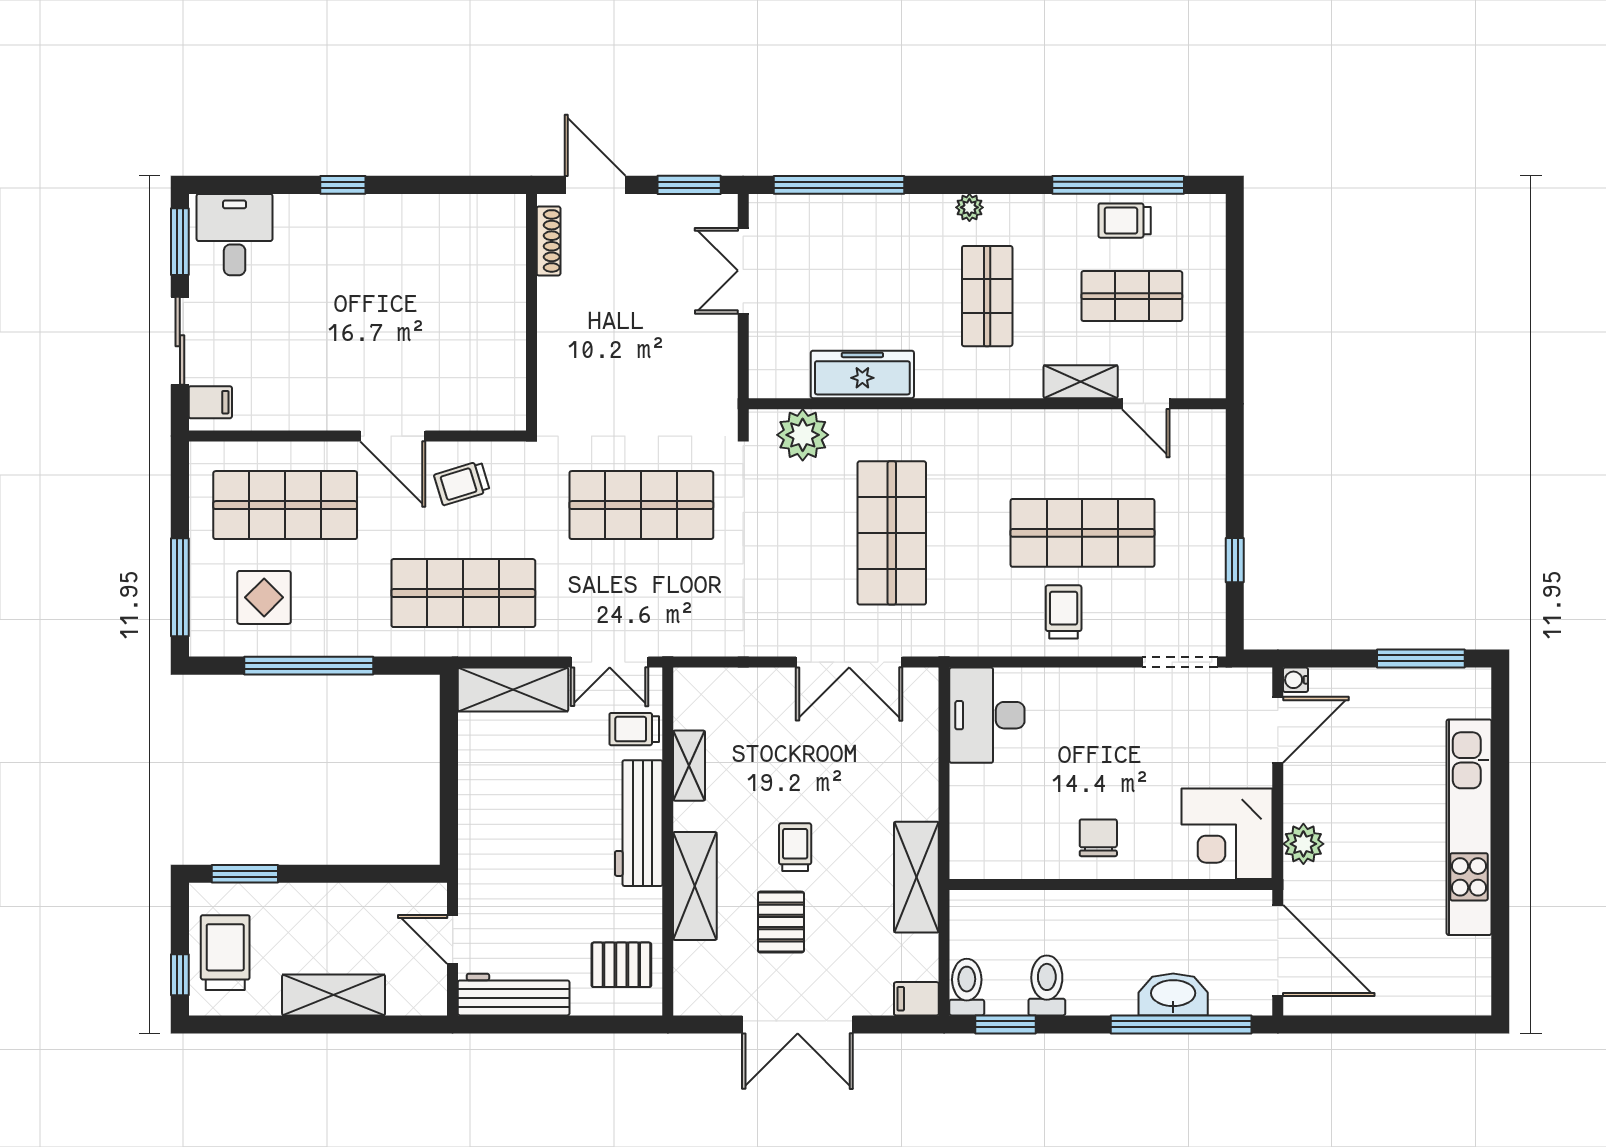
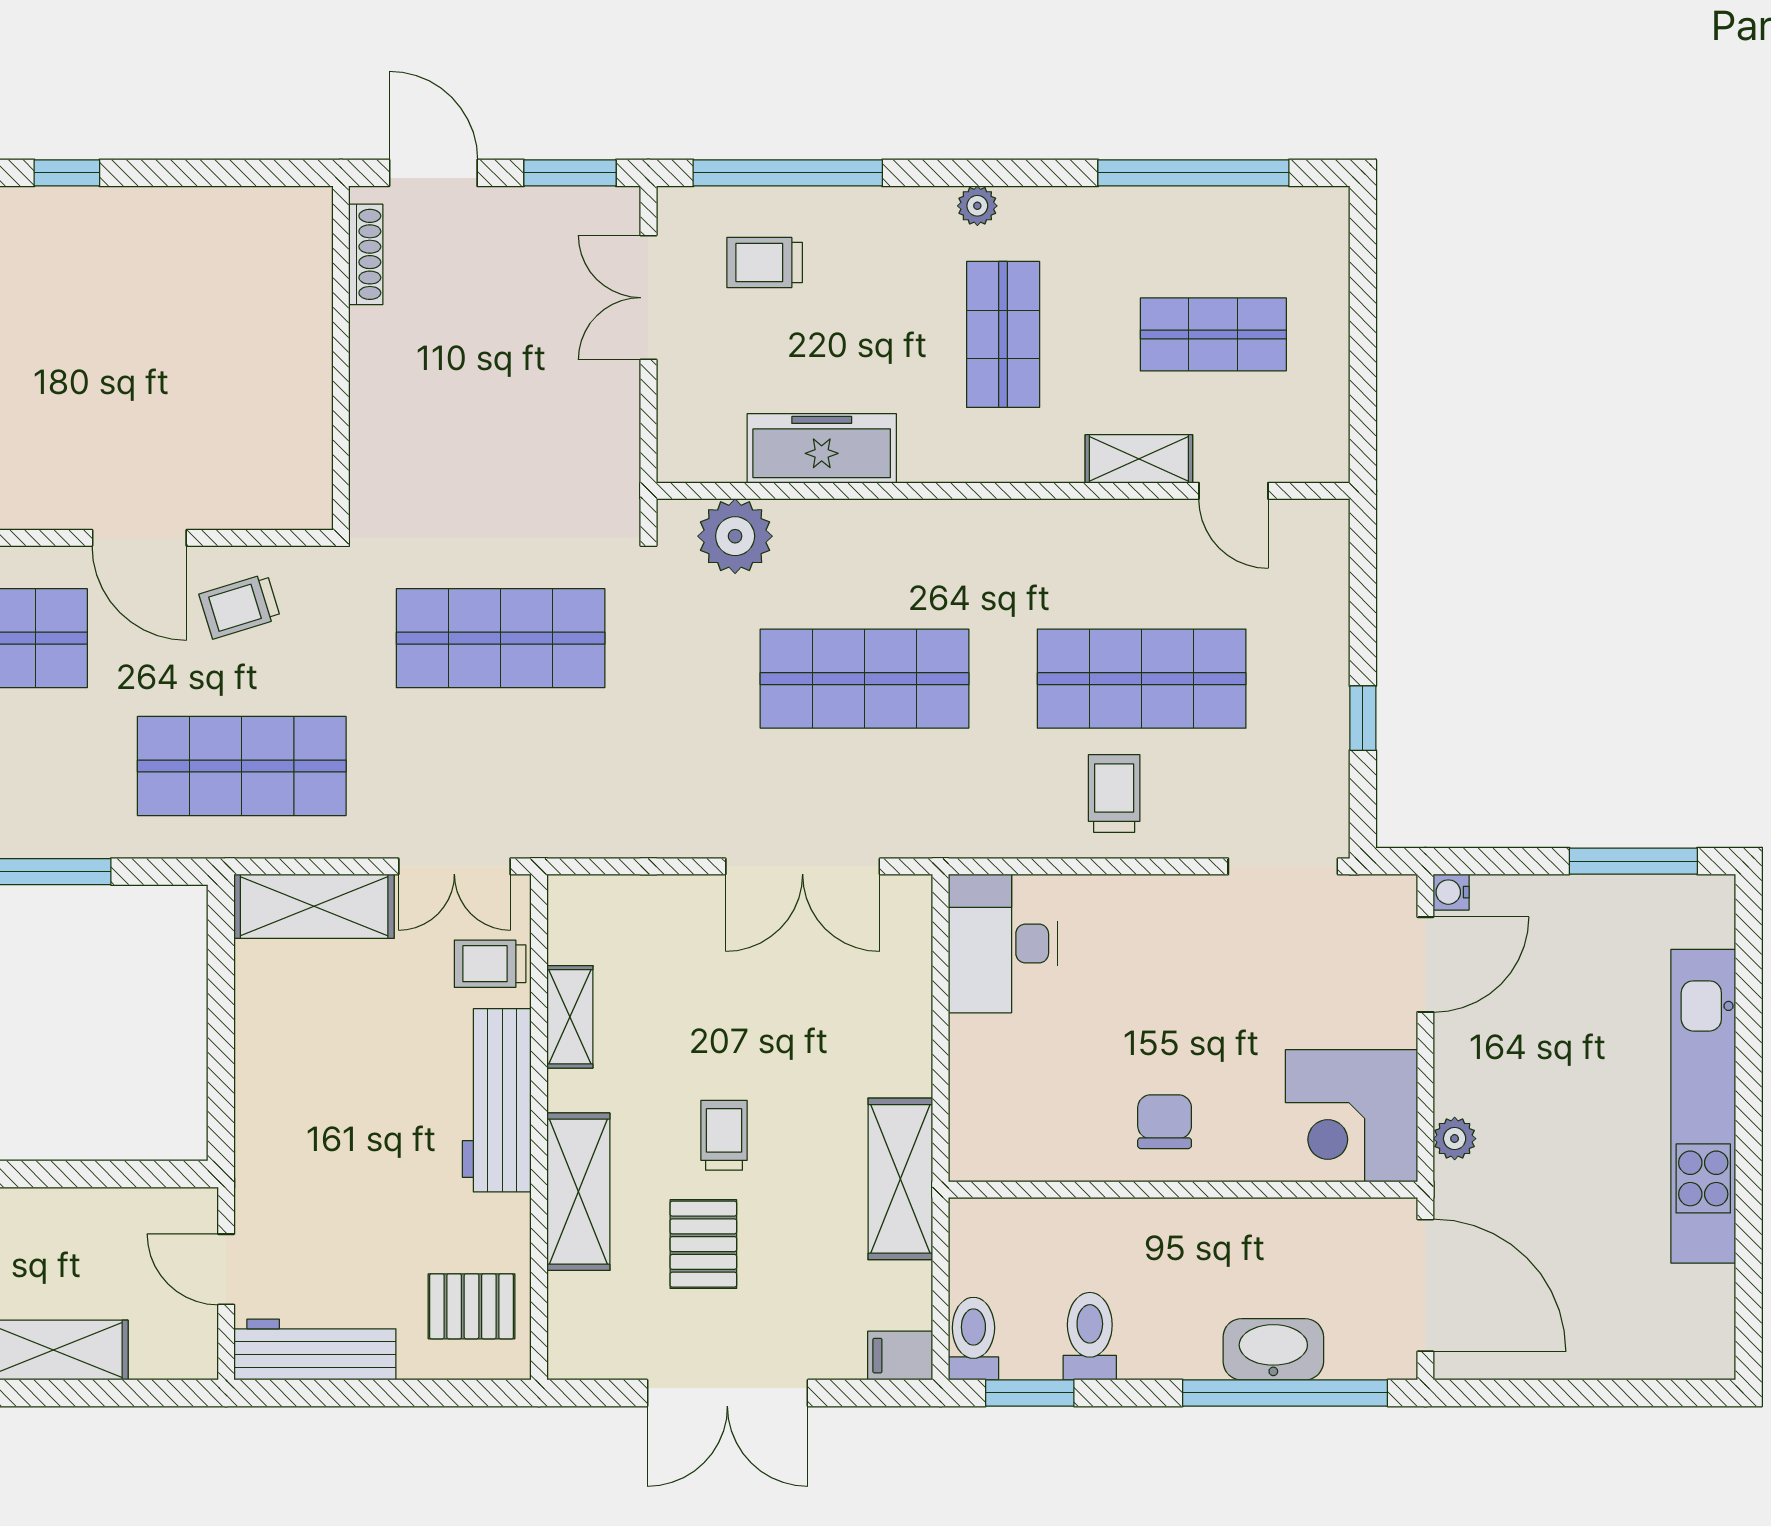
trolley: (1125, 221) -> (765, 263), moved
shop shelf: (892, 533) -> (864, 679), turned 90
plant: (1303, 844) -> (1455, 1139), width x0.73, depth x0.73

